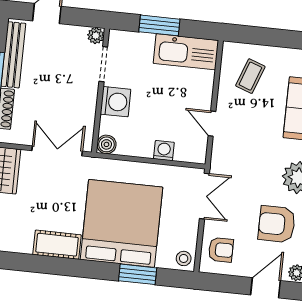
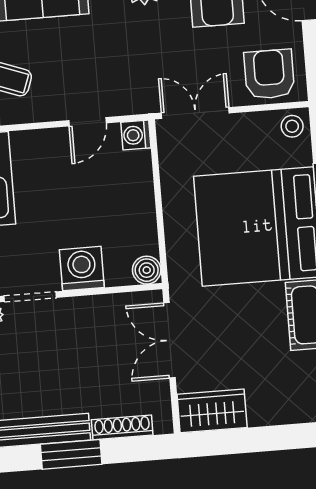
washing machine: (164, 151) -> (136, 135), moved
armchair: (221, 250) -> (269, 74), width x1.38, depth x1.38

